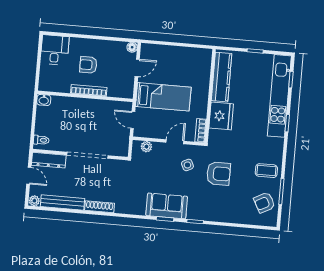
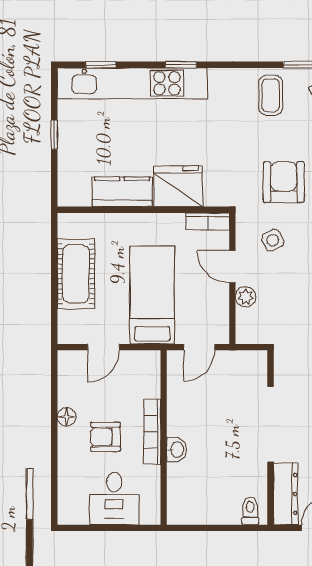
floor lamp: (132, 47) -> (67, 417), moved
desk: (55, 50) -> (114, 498), moved, turned -90
cot: (178, 56) -> (76, 274), added
armchair: (88, 65) -> (106, 437), turned 90
door: (137, 68) -> (104, 347), swing flipped
kitchen counter: (221, 77) -> (122, 192), width x0.67
washbasin: (44, 100) -> (177, 450), moved
plant: (146, 147) -> (246, 297), moved

